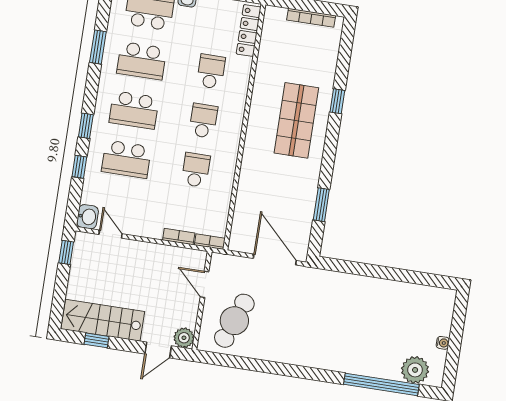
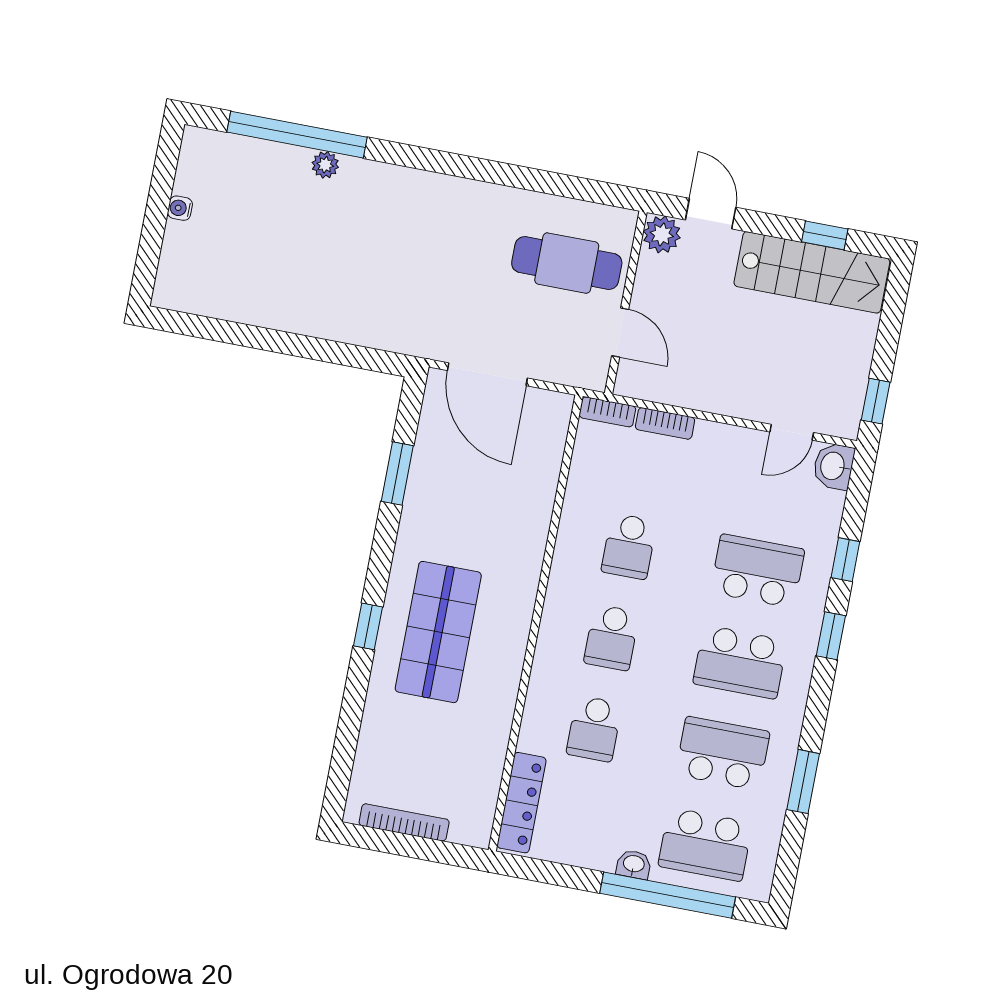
window: (337, 101) -> (368, 626), moved
school desk: (134, 110) -> (740, 662), turned 180
door: (111, 234) -> (792, 432), hinge flipped
cafe table: (234, 321) -> (567, 263), turned 69
door: (158, 350) -> (711, 214), hinge flipped
plant: (415, 370) -> (325, 165), moved, width x0.53, depth x0.53

